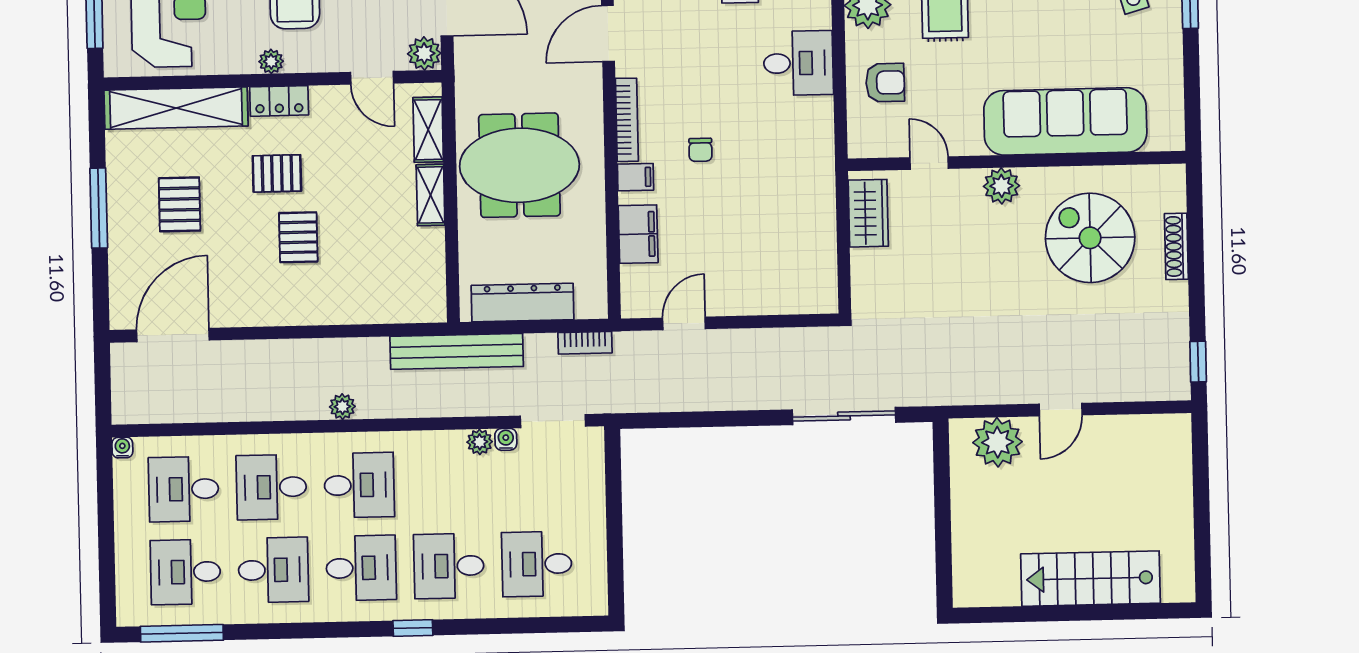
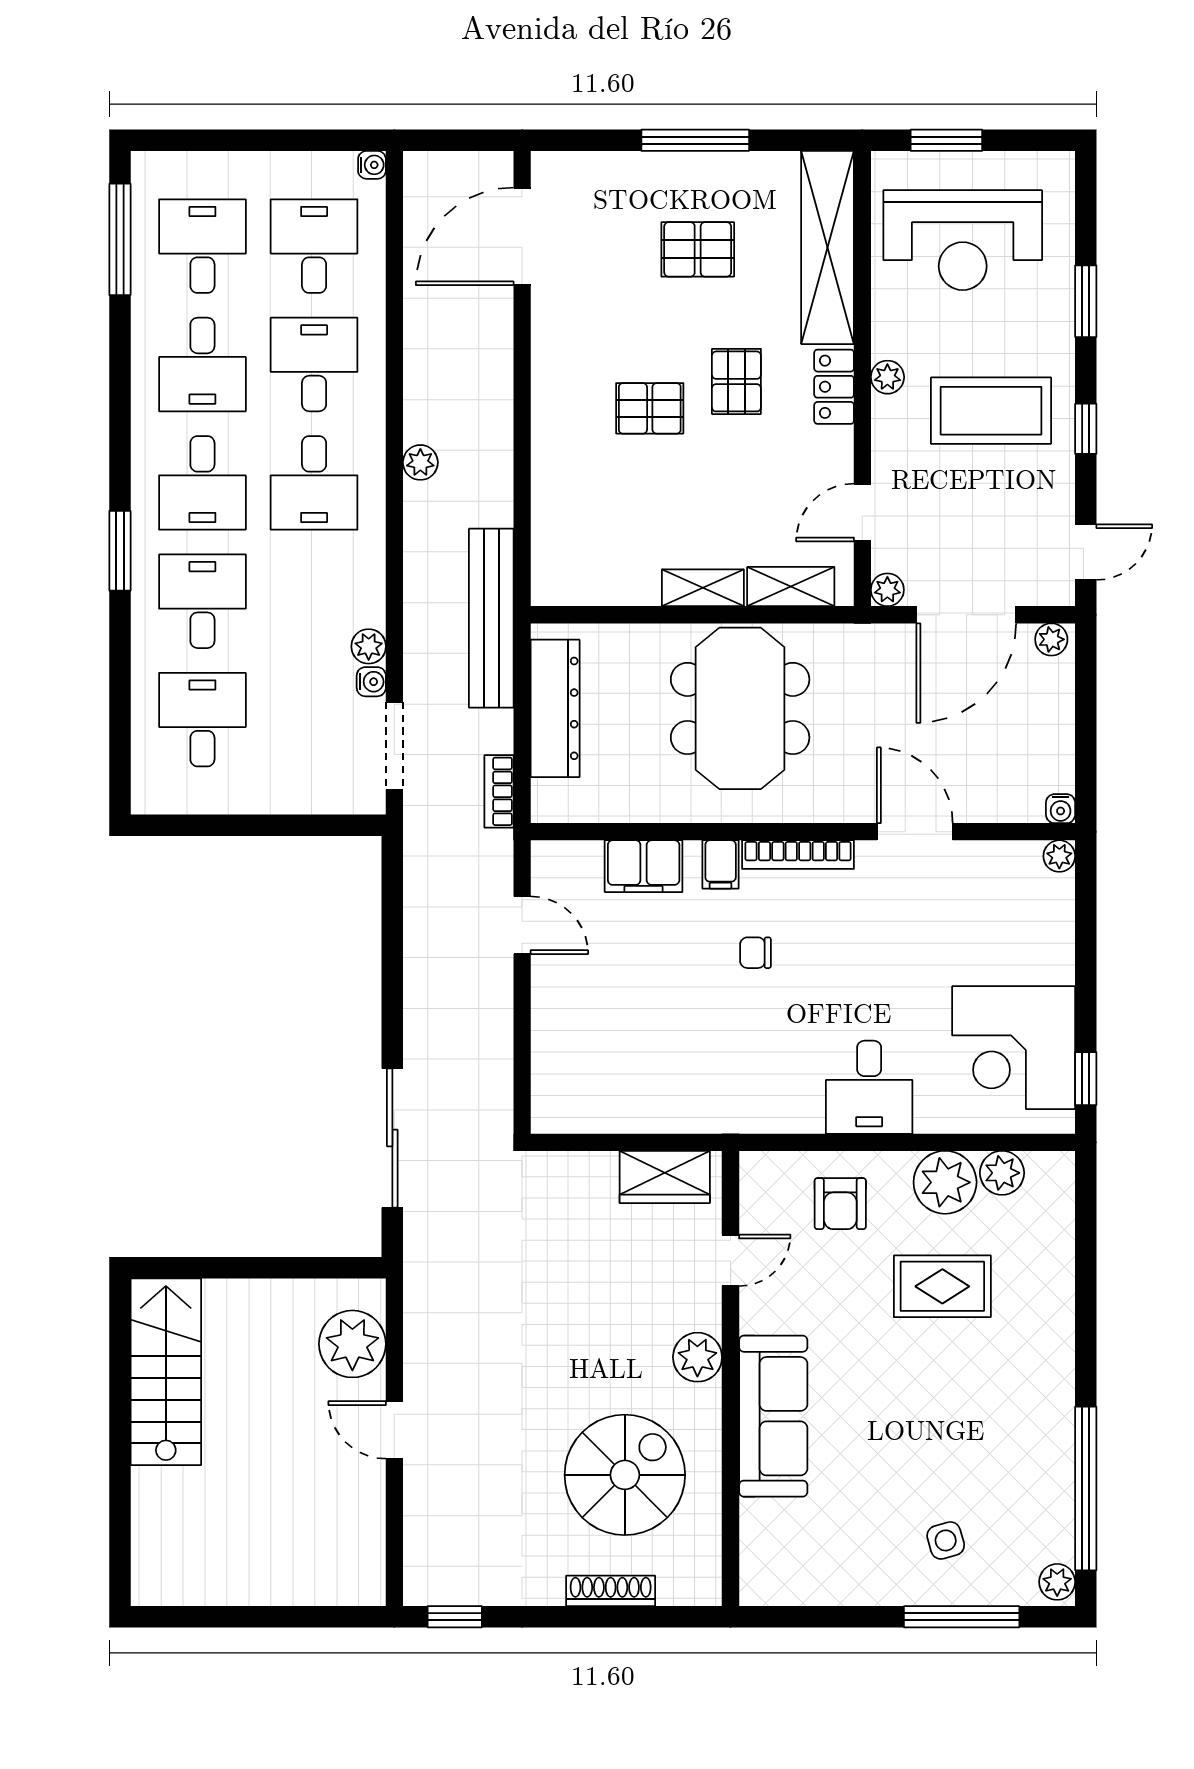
plant: (424, 53) -> (887, 590), width x0.73, depth x0.73
sofa: (1065, 121) -> (773, 1416), width x0.74, depth x0.79
door: (173, 335) -> (522, 236), swing flipped
stairs: (1090, 579) -> (166, 1372), moved
window: (413, 628) -> (120, 551), width x1.50

